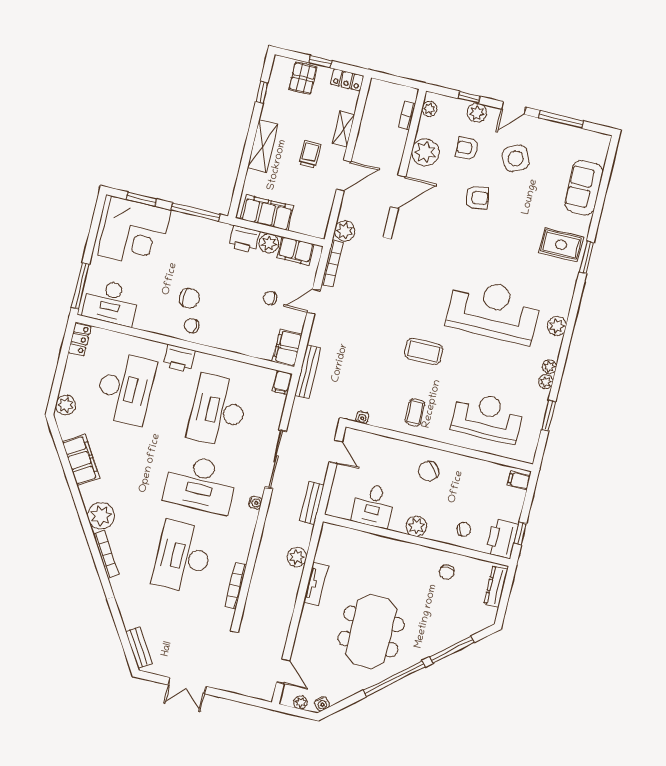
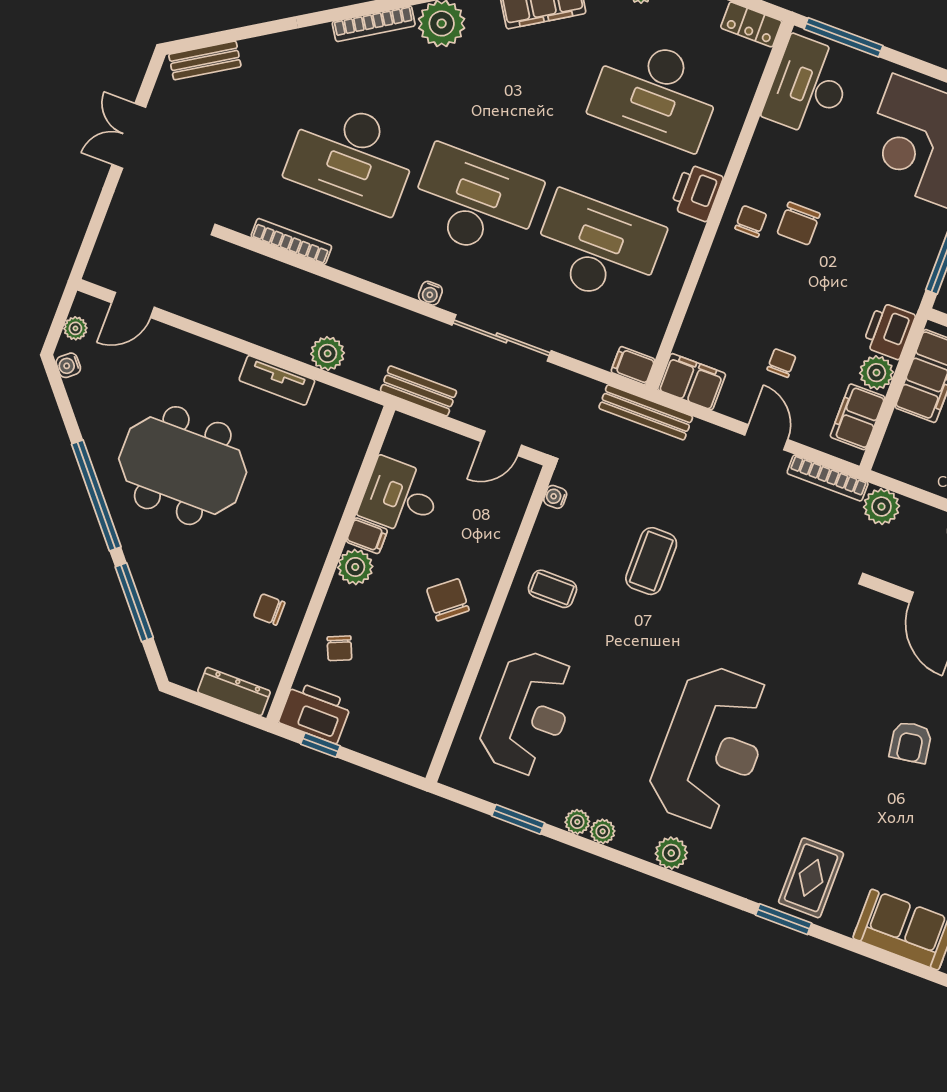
coffee table: (424, 351) -> (651, 561), moved
filing cabinet: (519, 481) -> (367, 536), moved, turned 90
desk: (200, 484) -> (475, 202), turned 90
desk: (183, 557) -> (352, 156), turned 180

